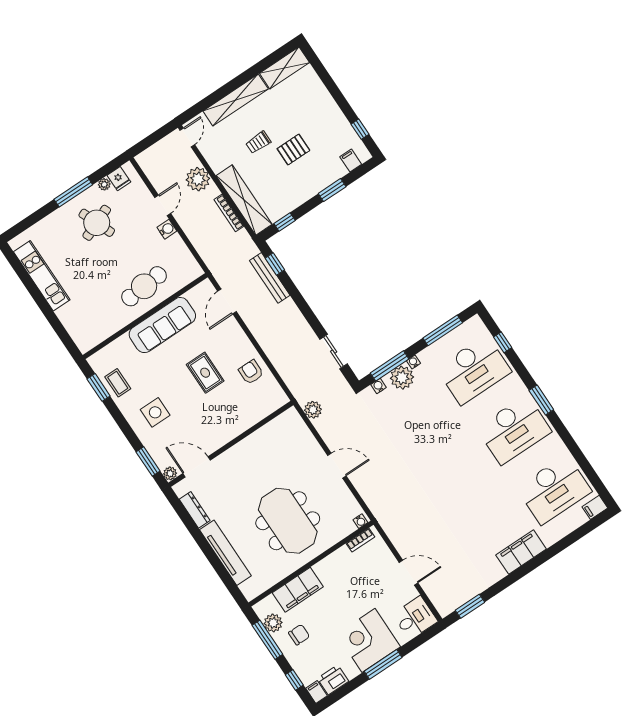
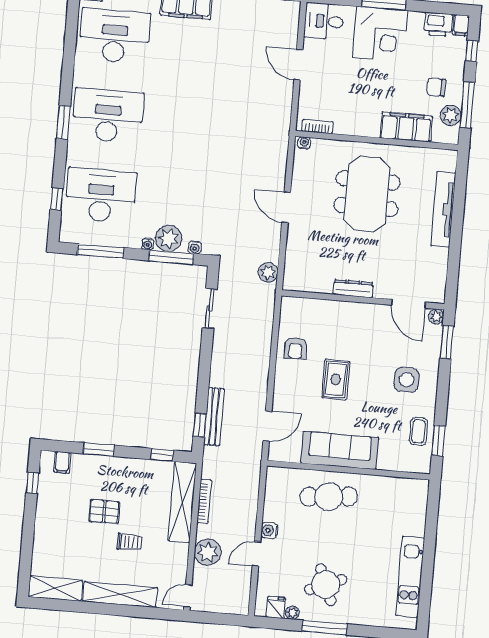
dresser: (195, 510) -> (353, 289), moved, turned 90

